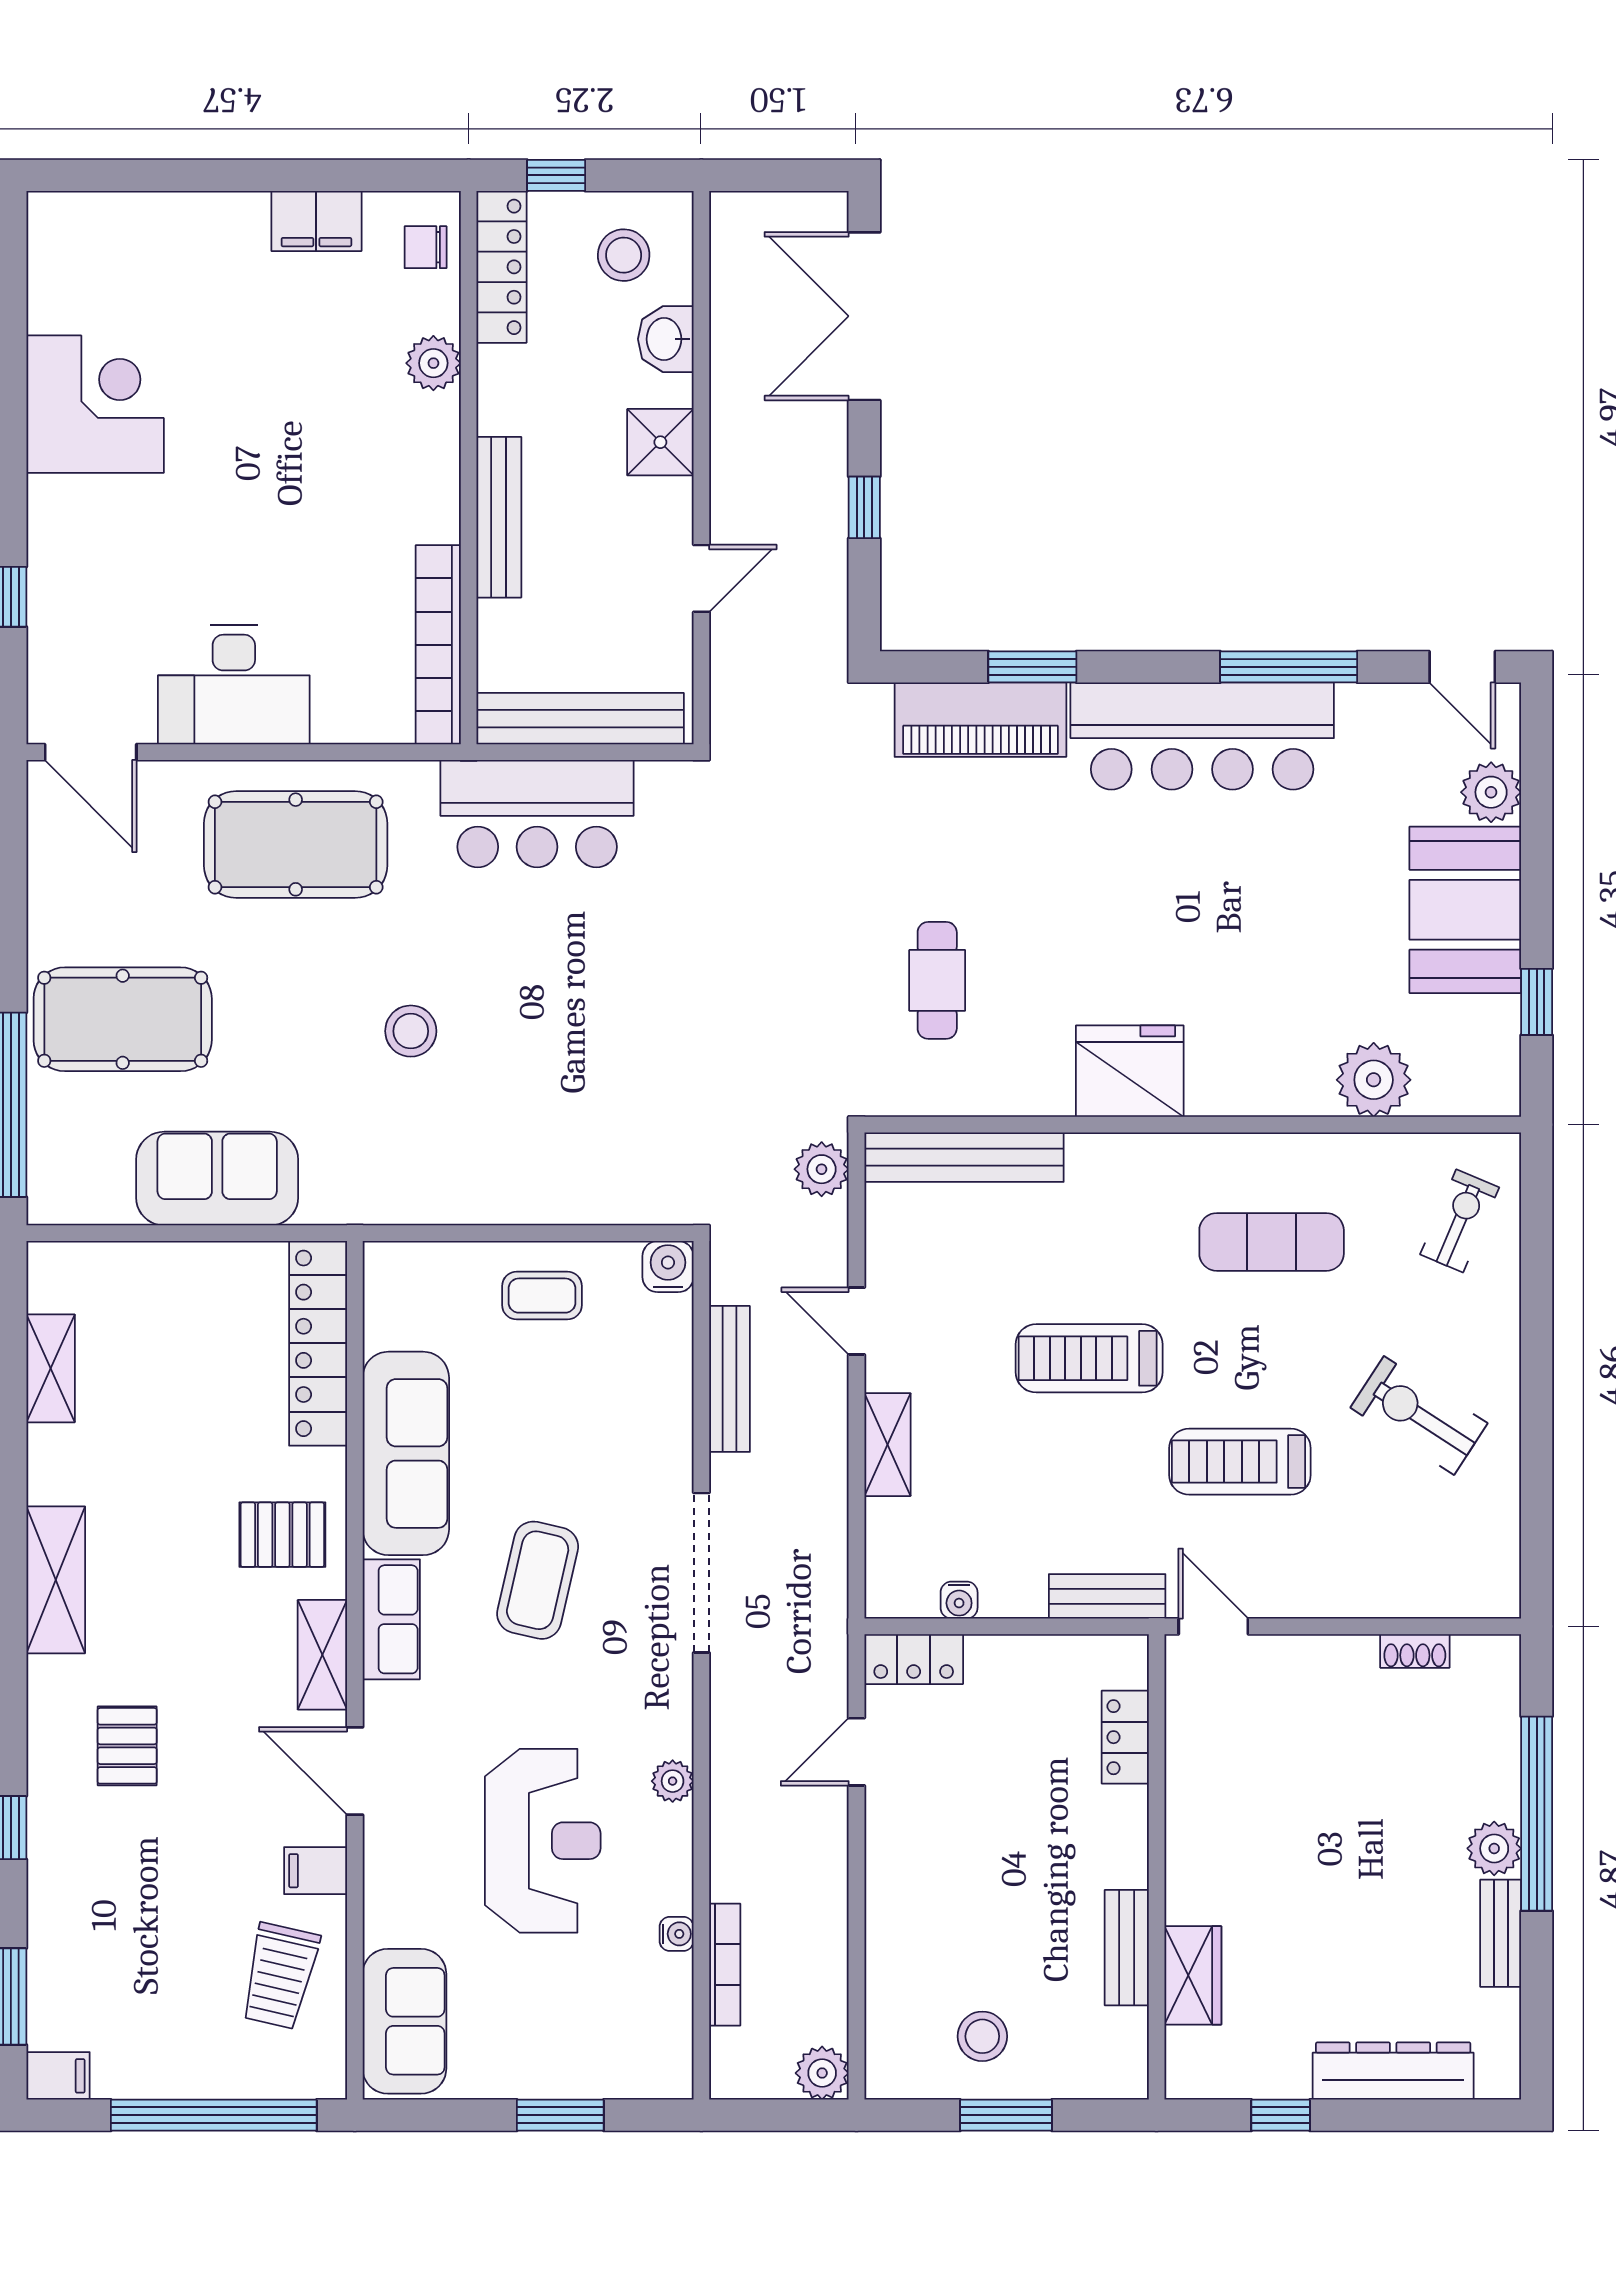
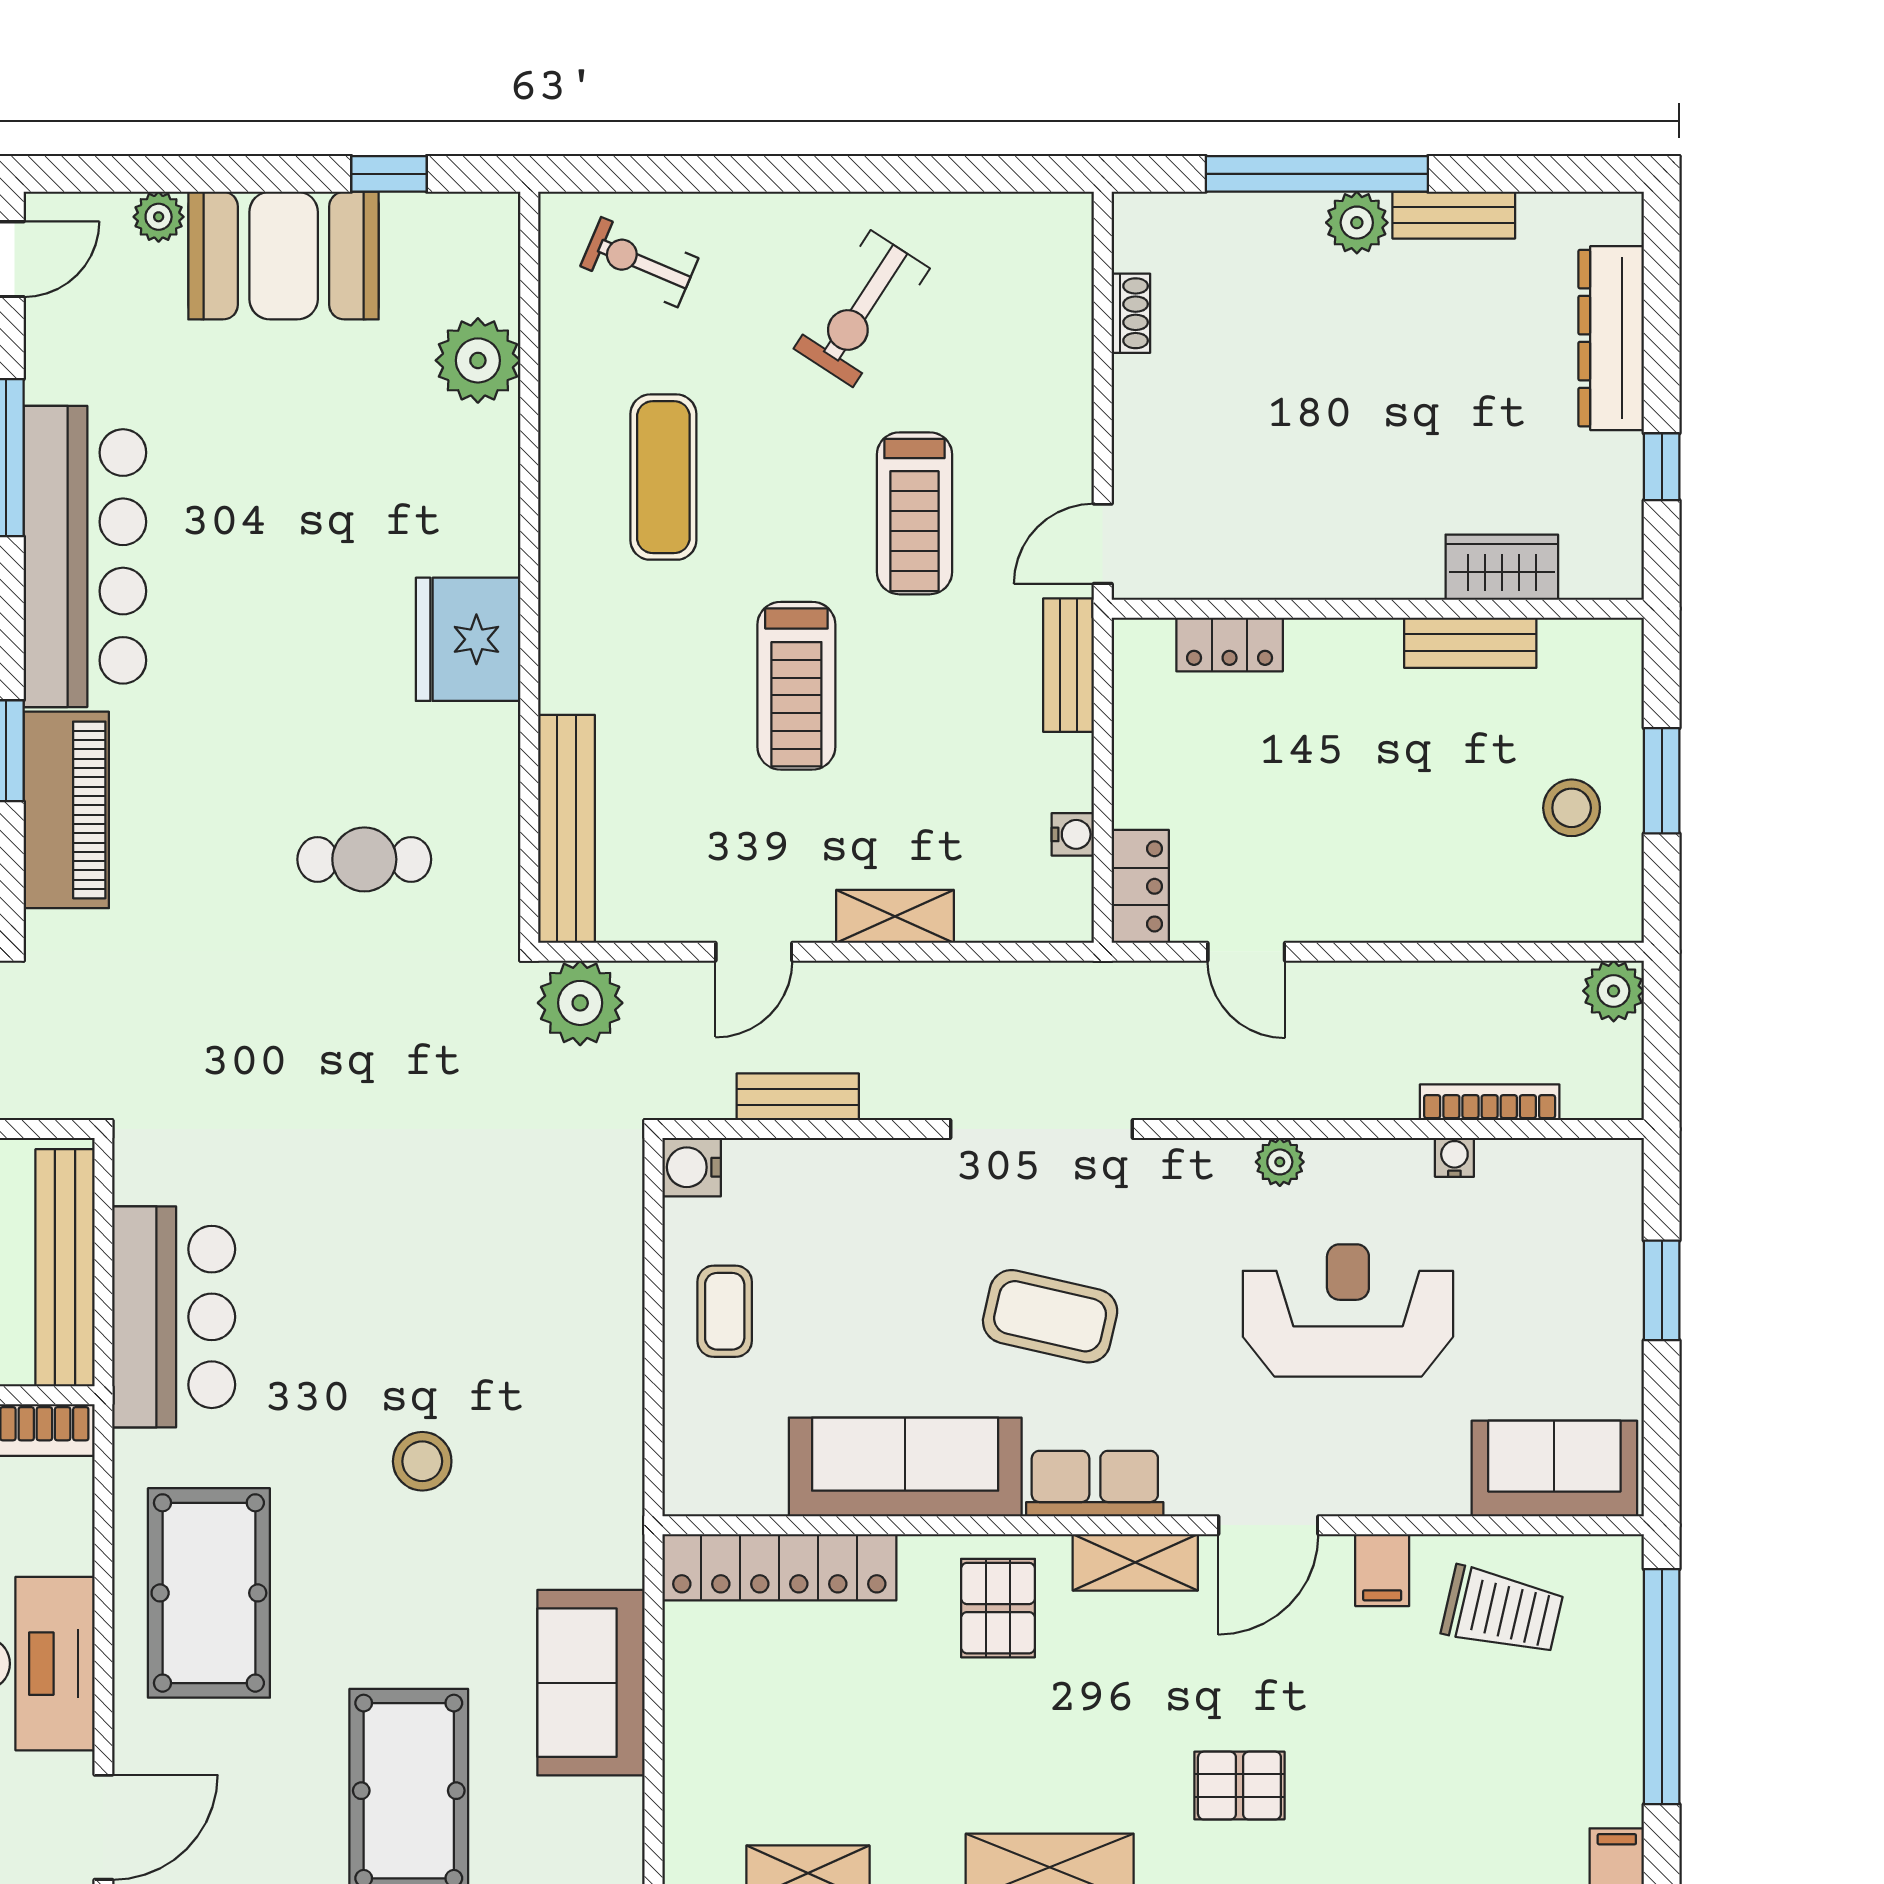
plant: (1491, 792) -> (159, 217), width x0.73, depth x0.73
plant: (822, 1169) -> (580, 1003), width x1.36, depth x1.36
bench: (730, 1379) -> (798, 1097), width x0.73

